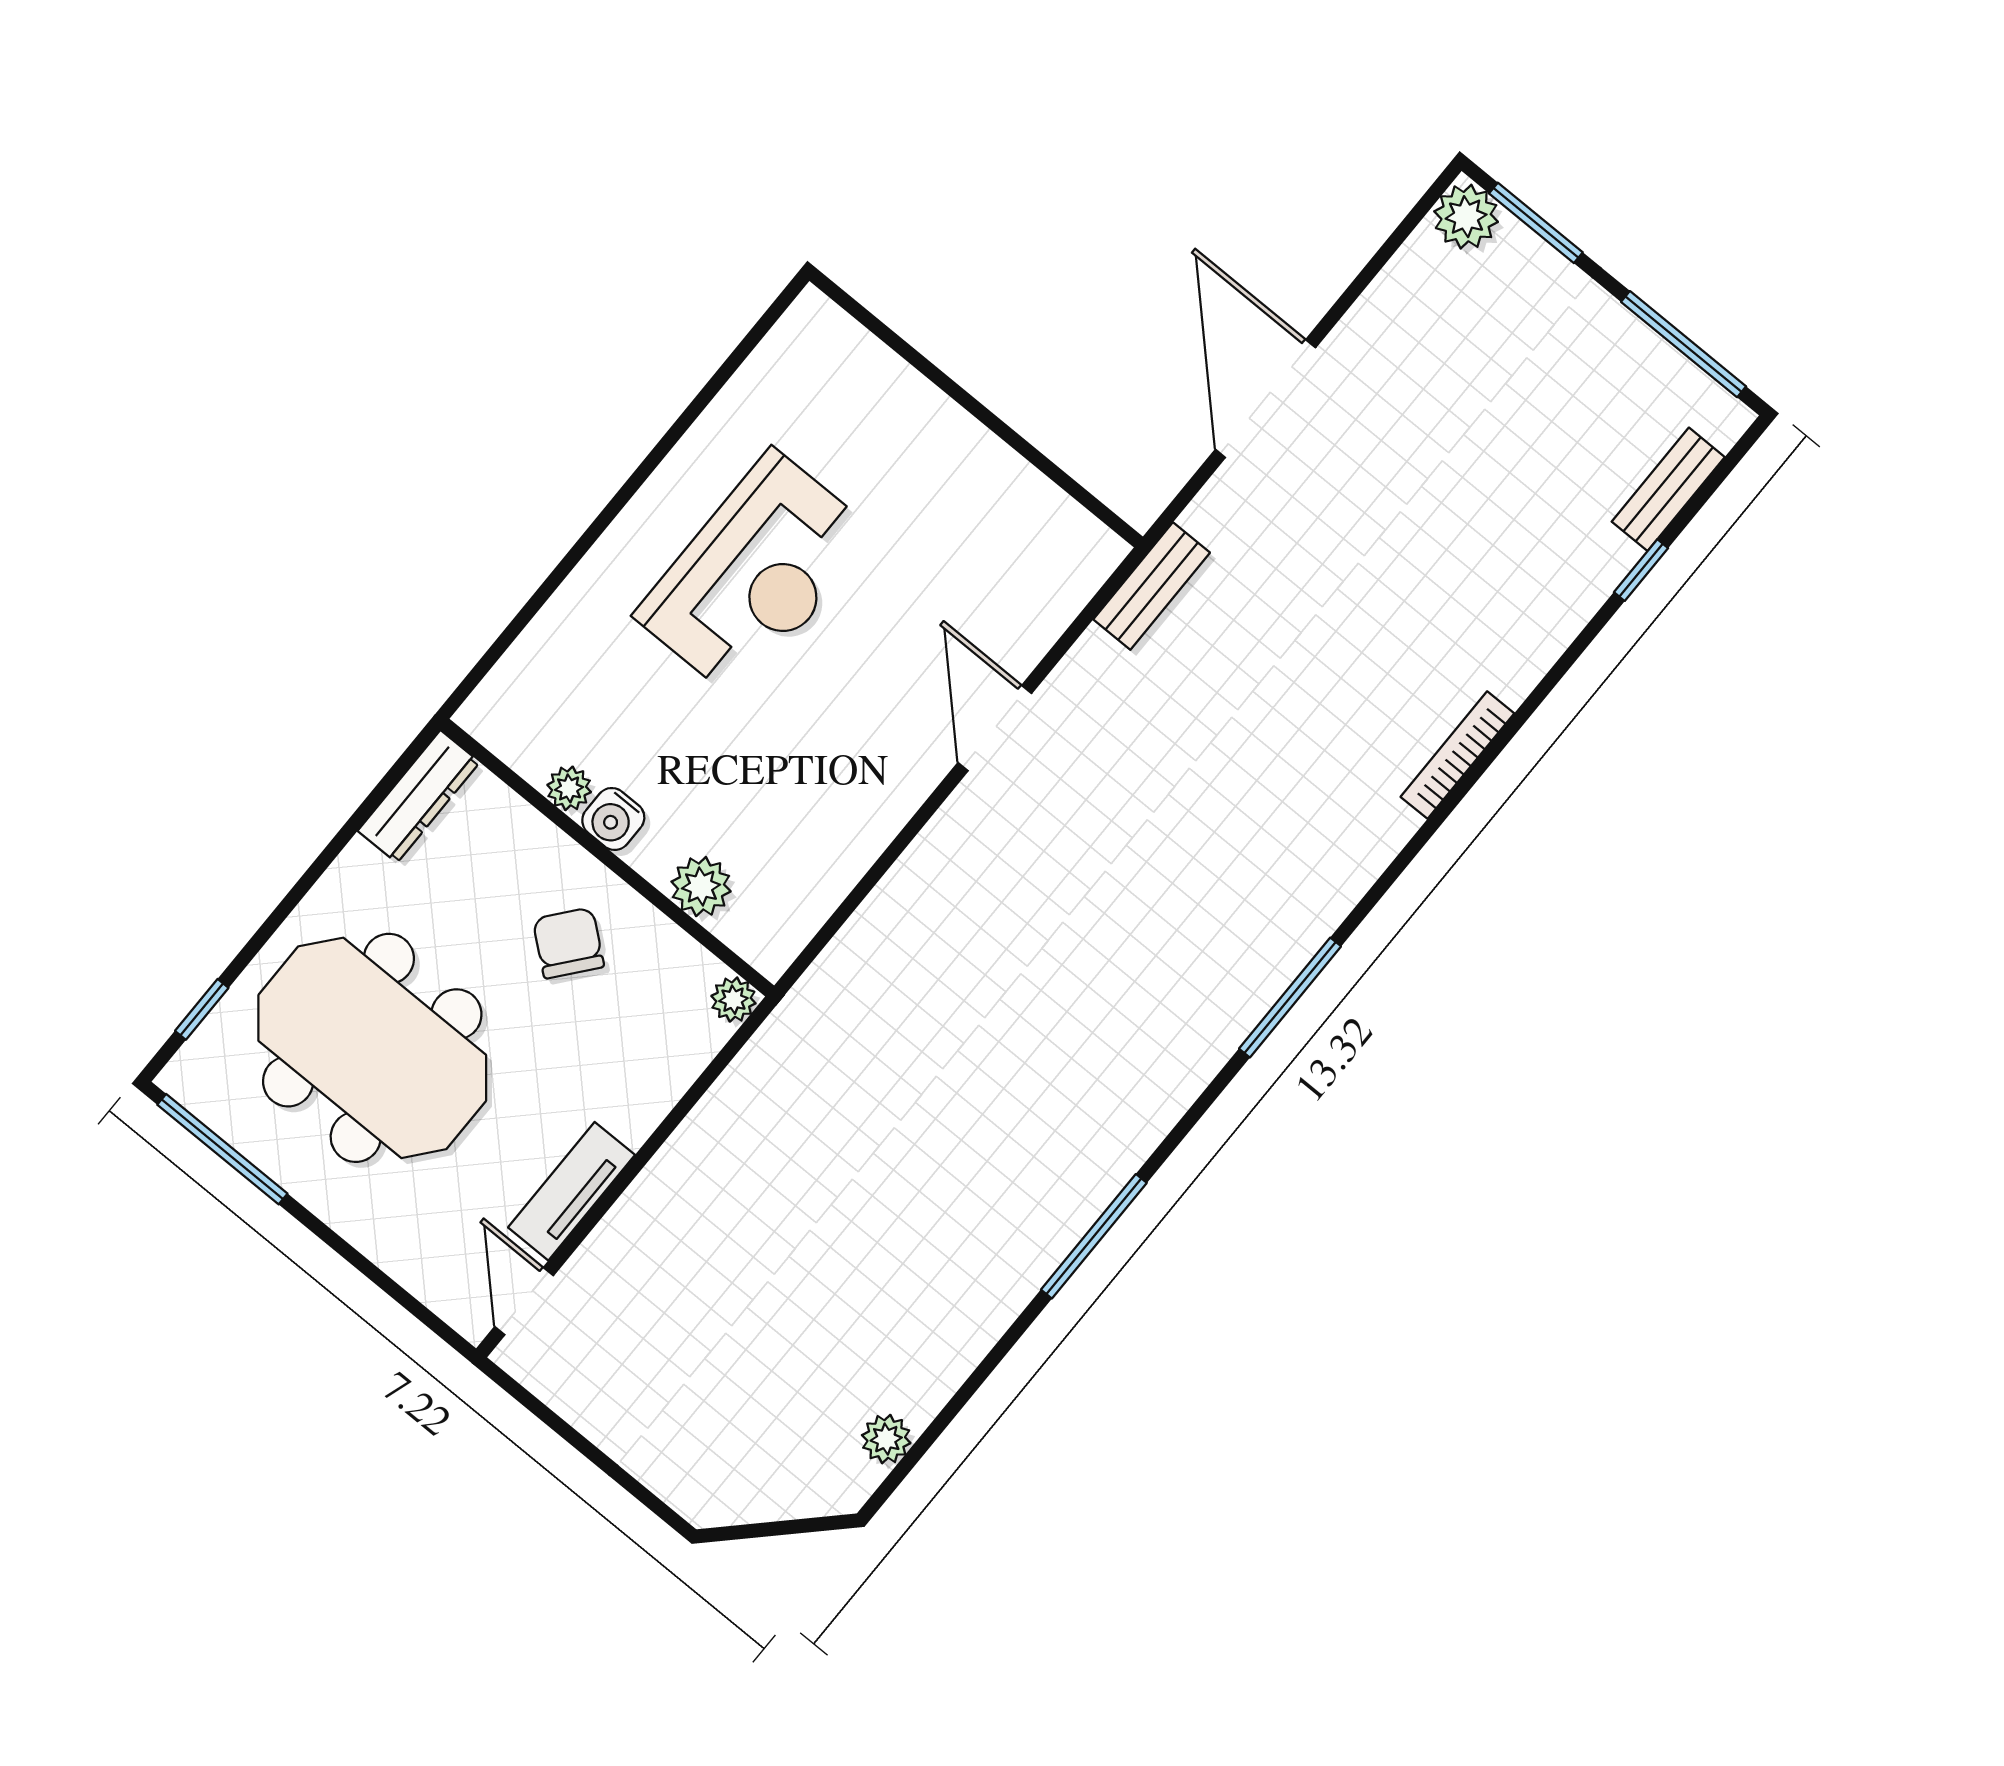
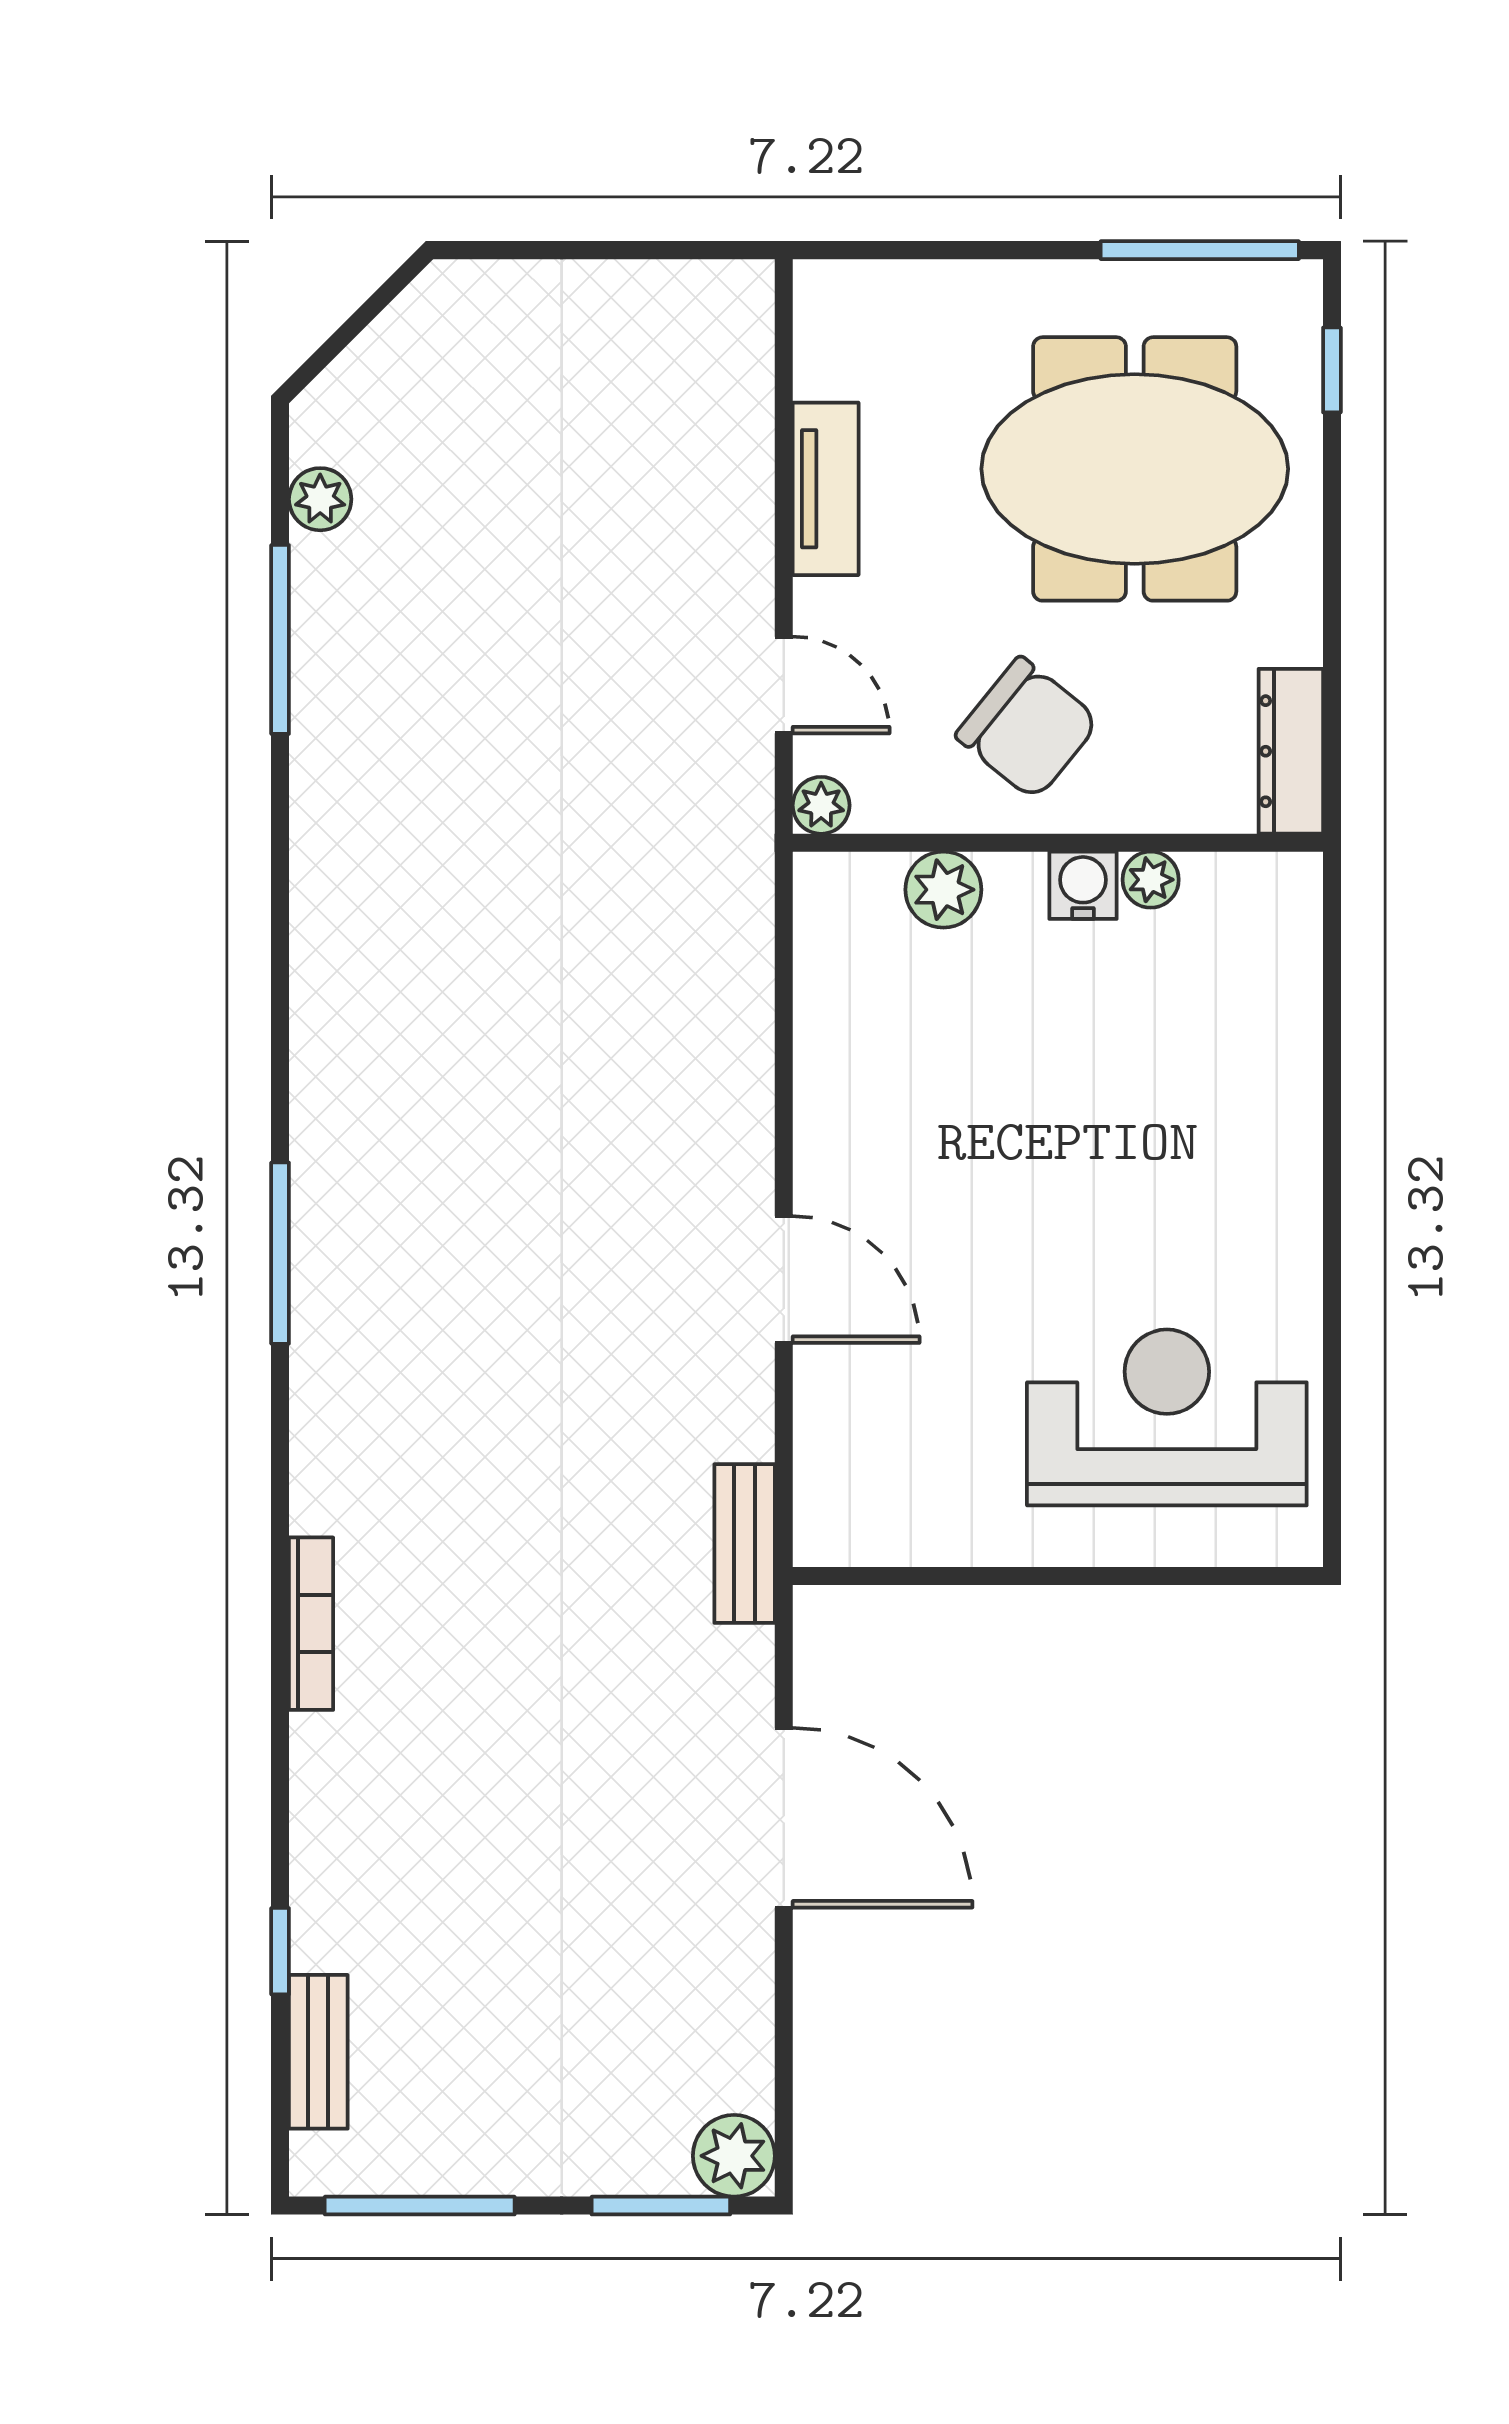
reception desk: (755, 574) -> (1167, 1417), moved, turned 90
chair: (568, 943) -> (1027, 728), width x1.37, depth x1.37
window: (1094, 1236) -> (280, 639), moved
door: (524, 1301) -> (784, 685), moved

